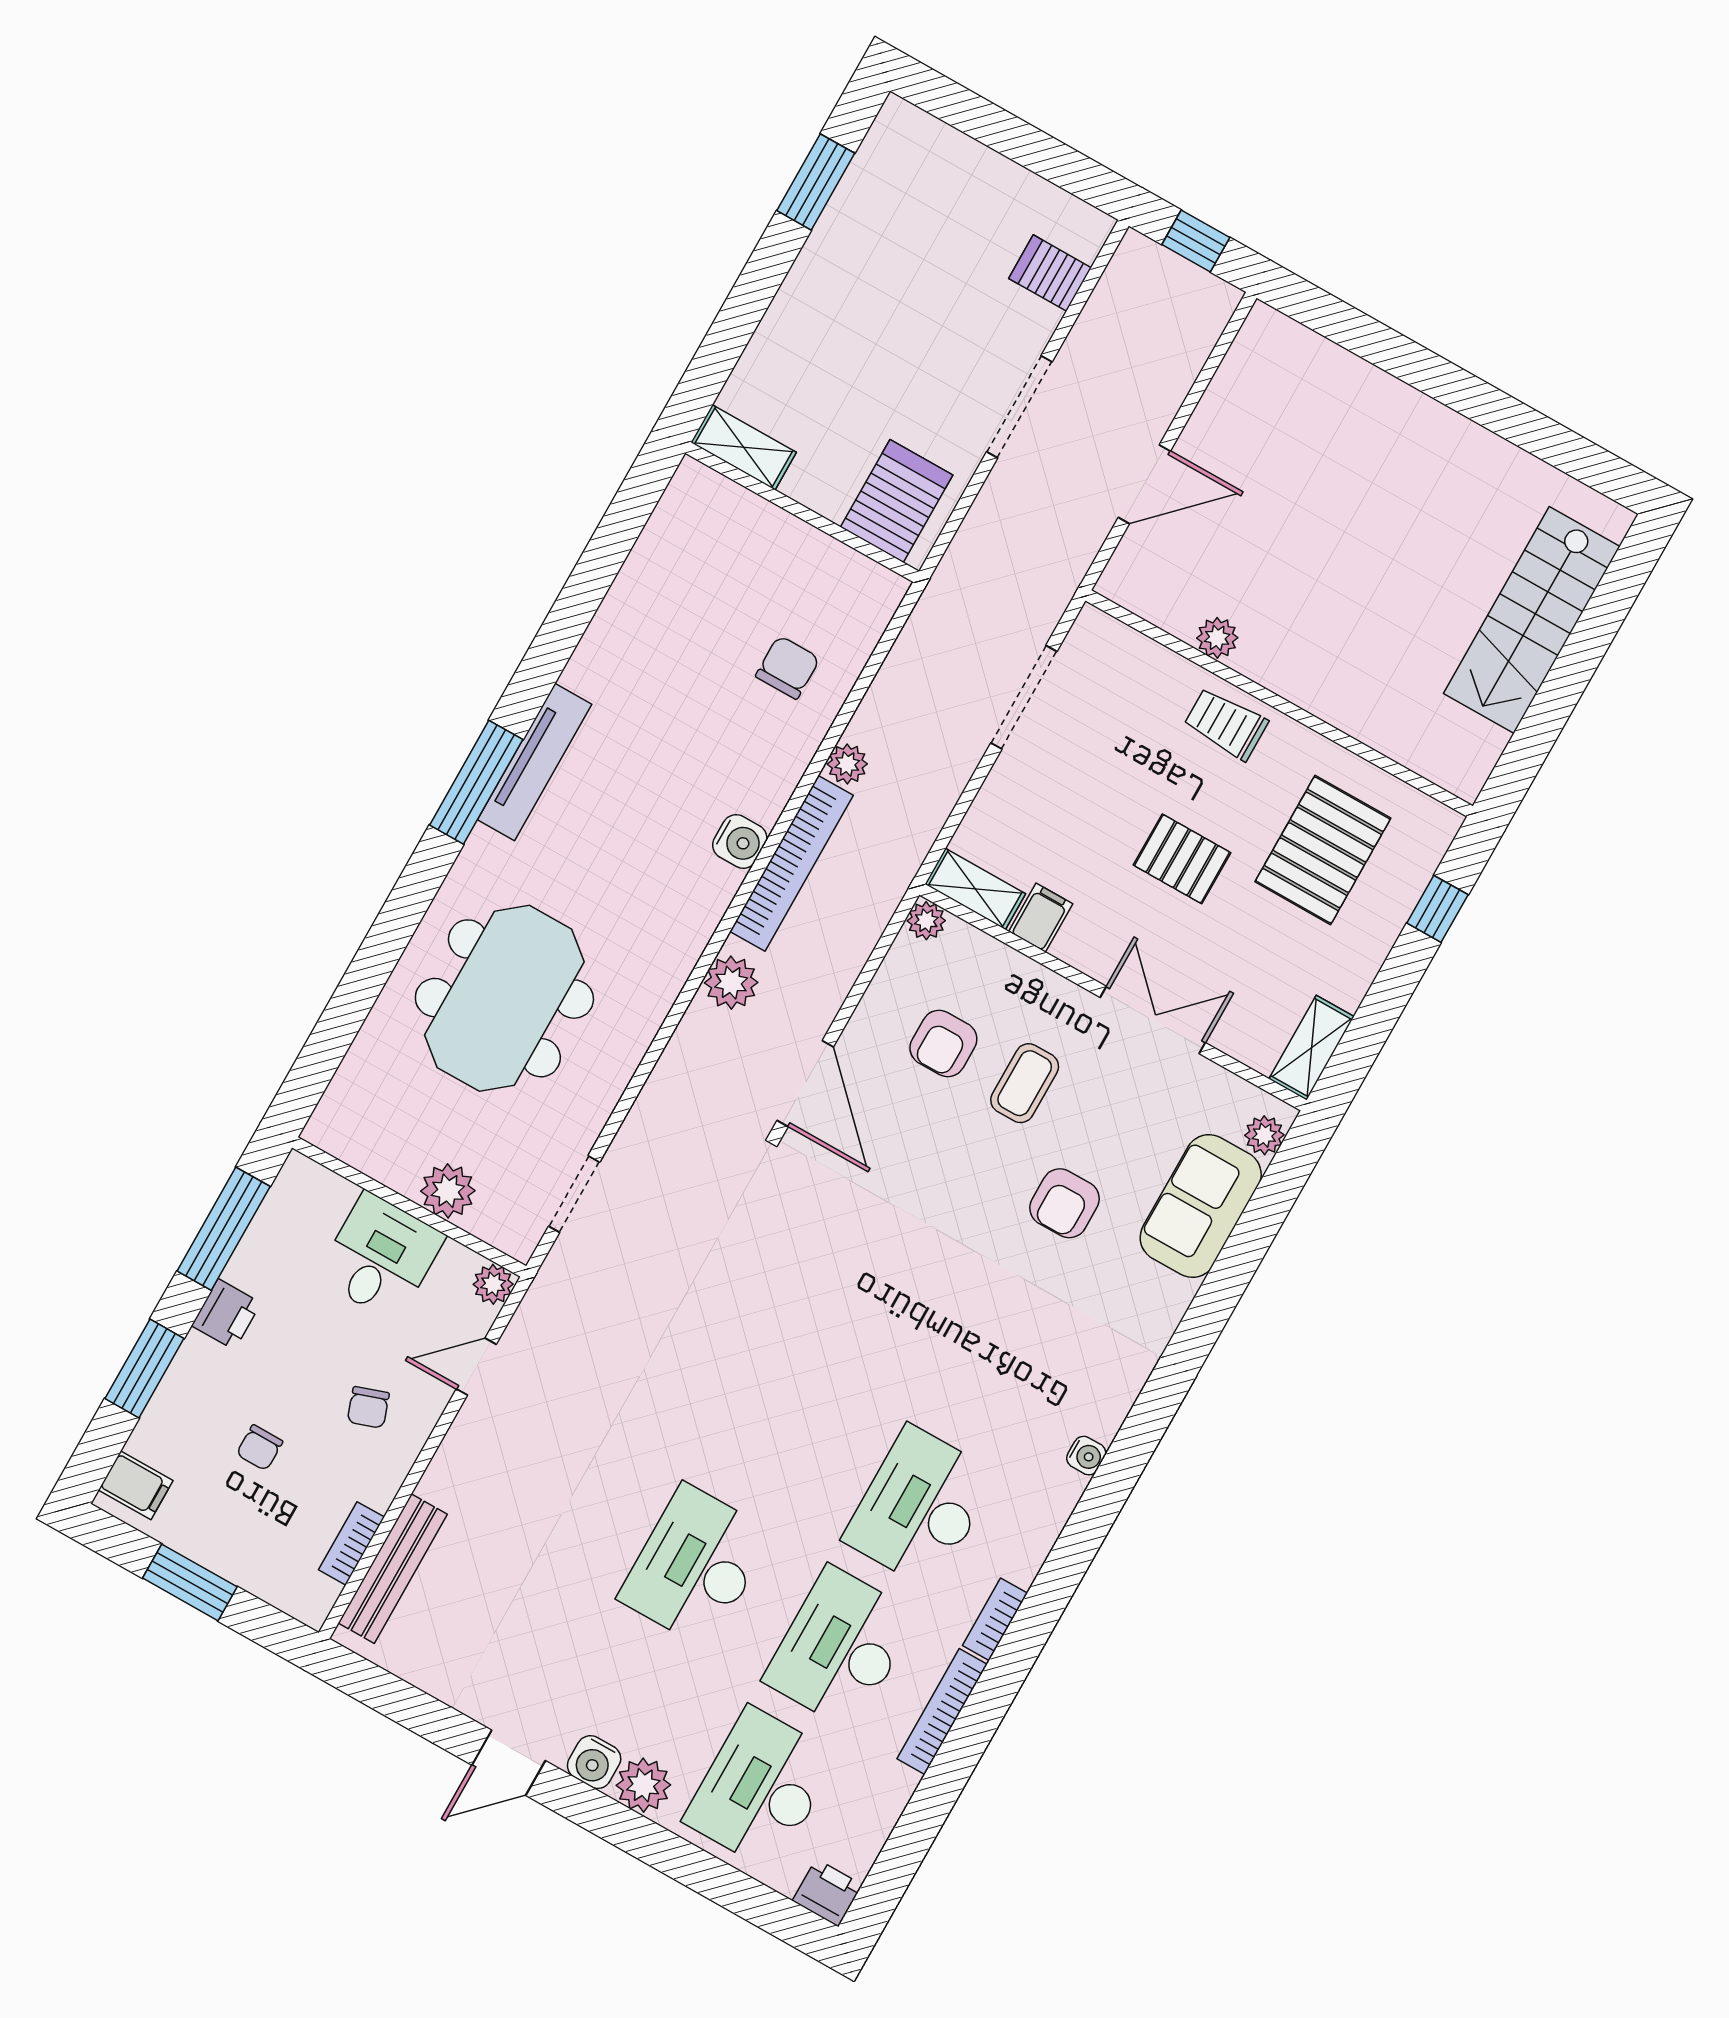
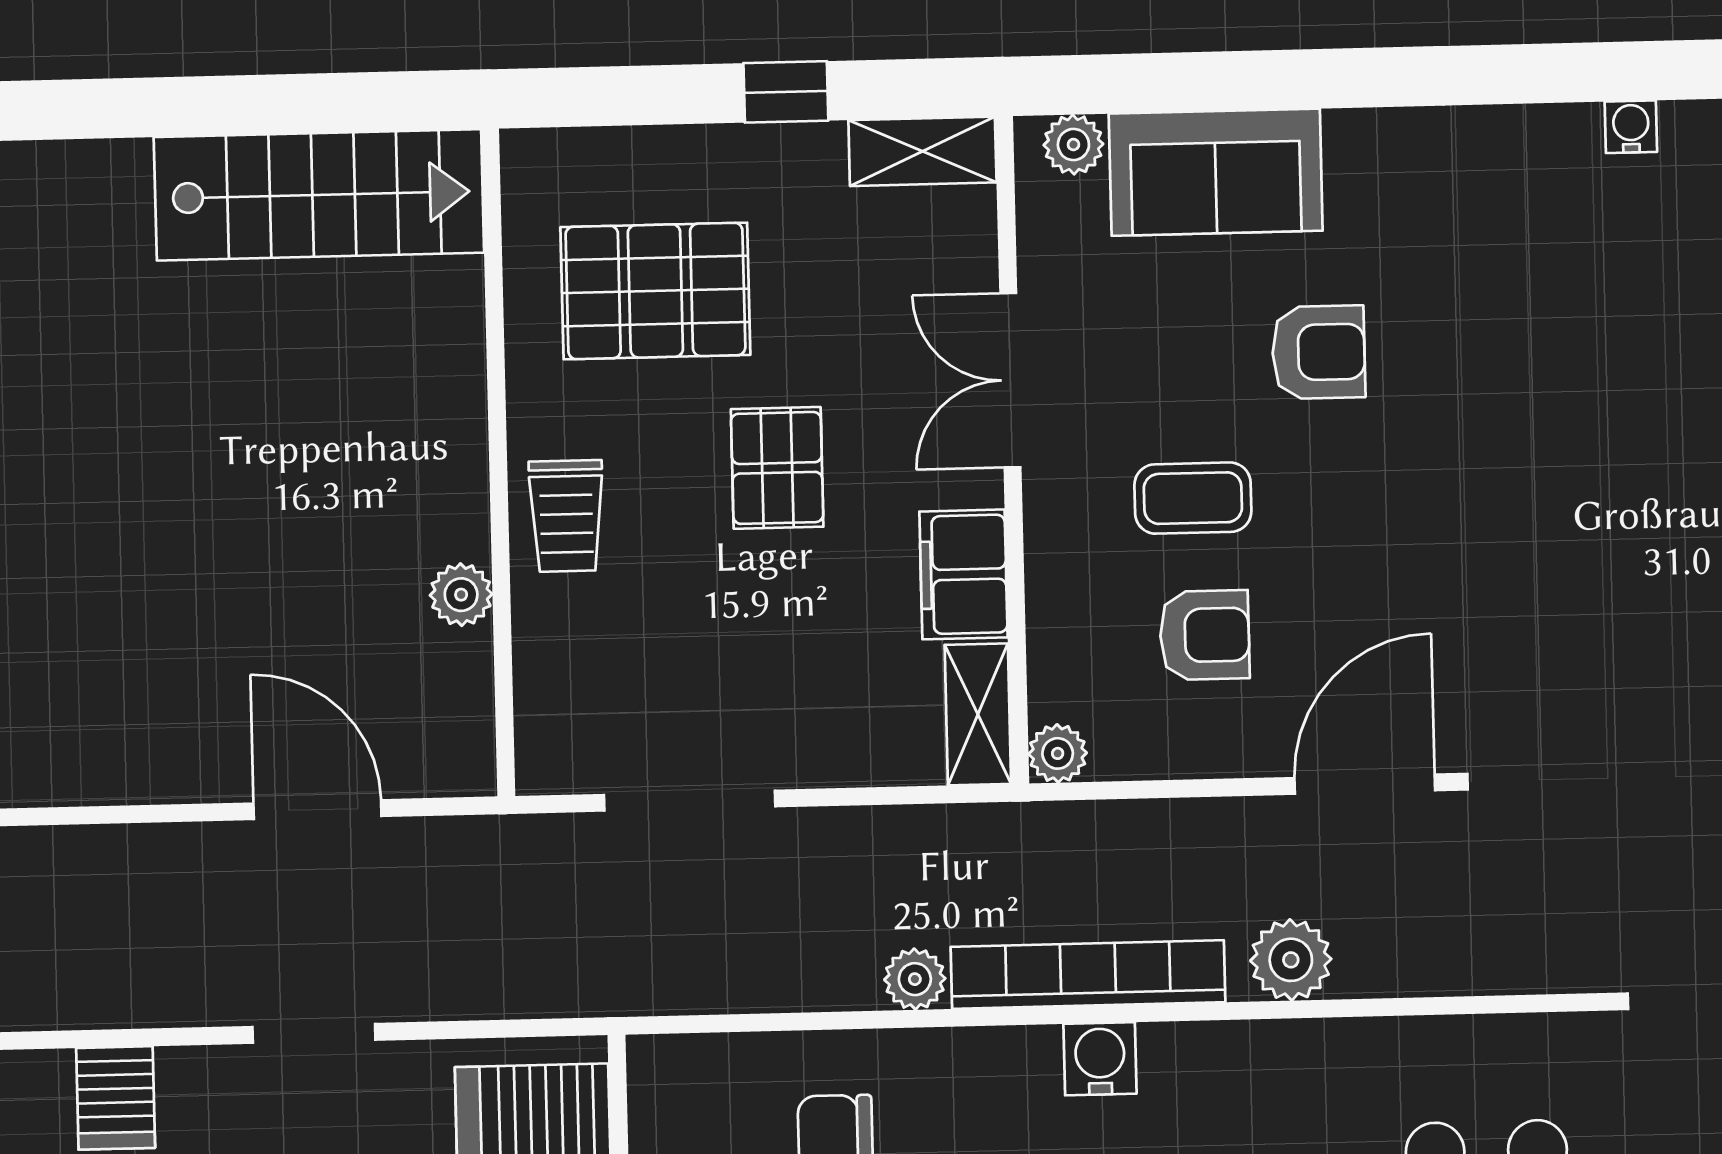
doorway: (1019, 407) -> (314, 1033), width x0.73
stairs: (1532, 620) -> (319, 195), moved
window: (1437, 909) -> (786, 92), moved
filing cabinet: (1041, 918) -> (963, 574), width x2.00

